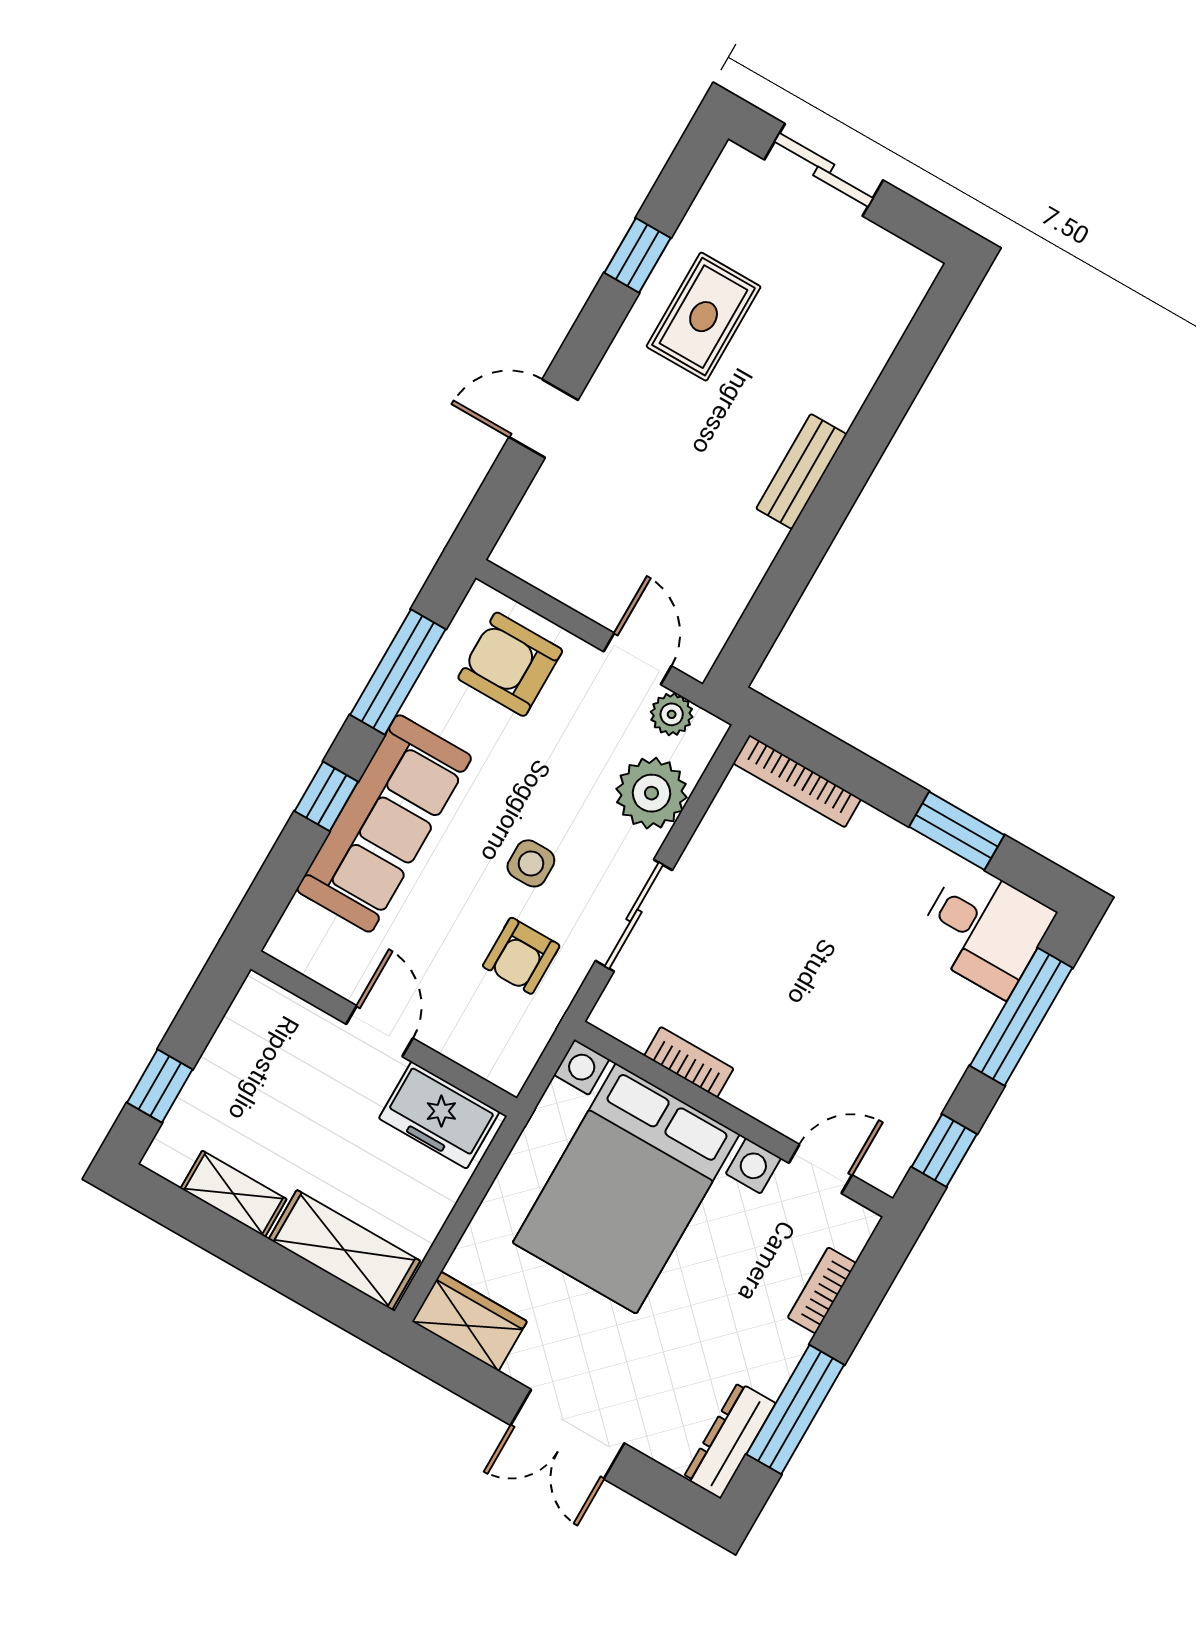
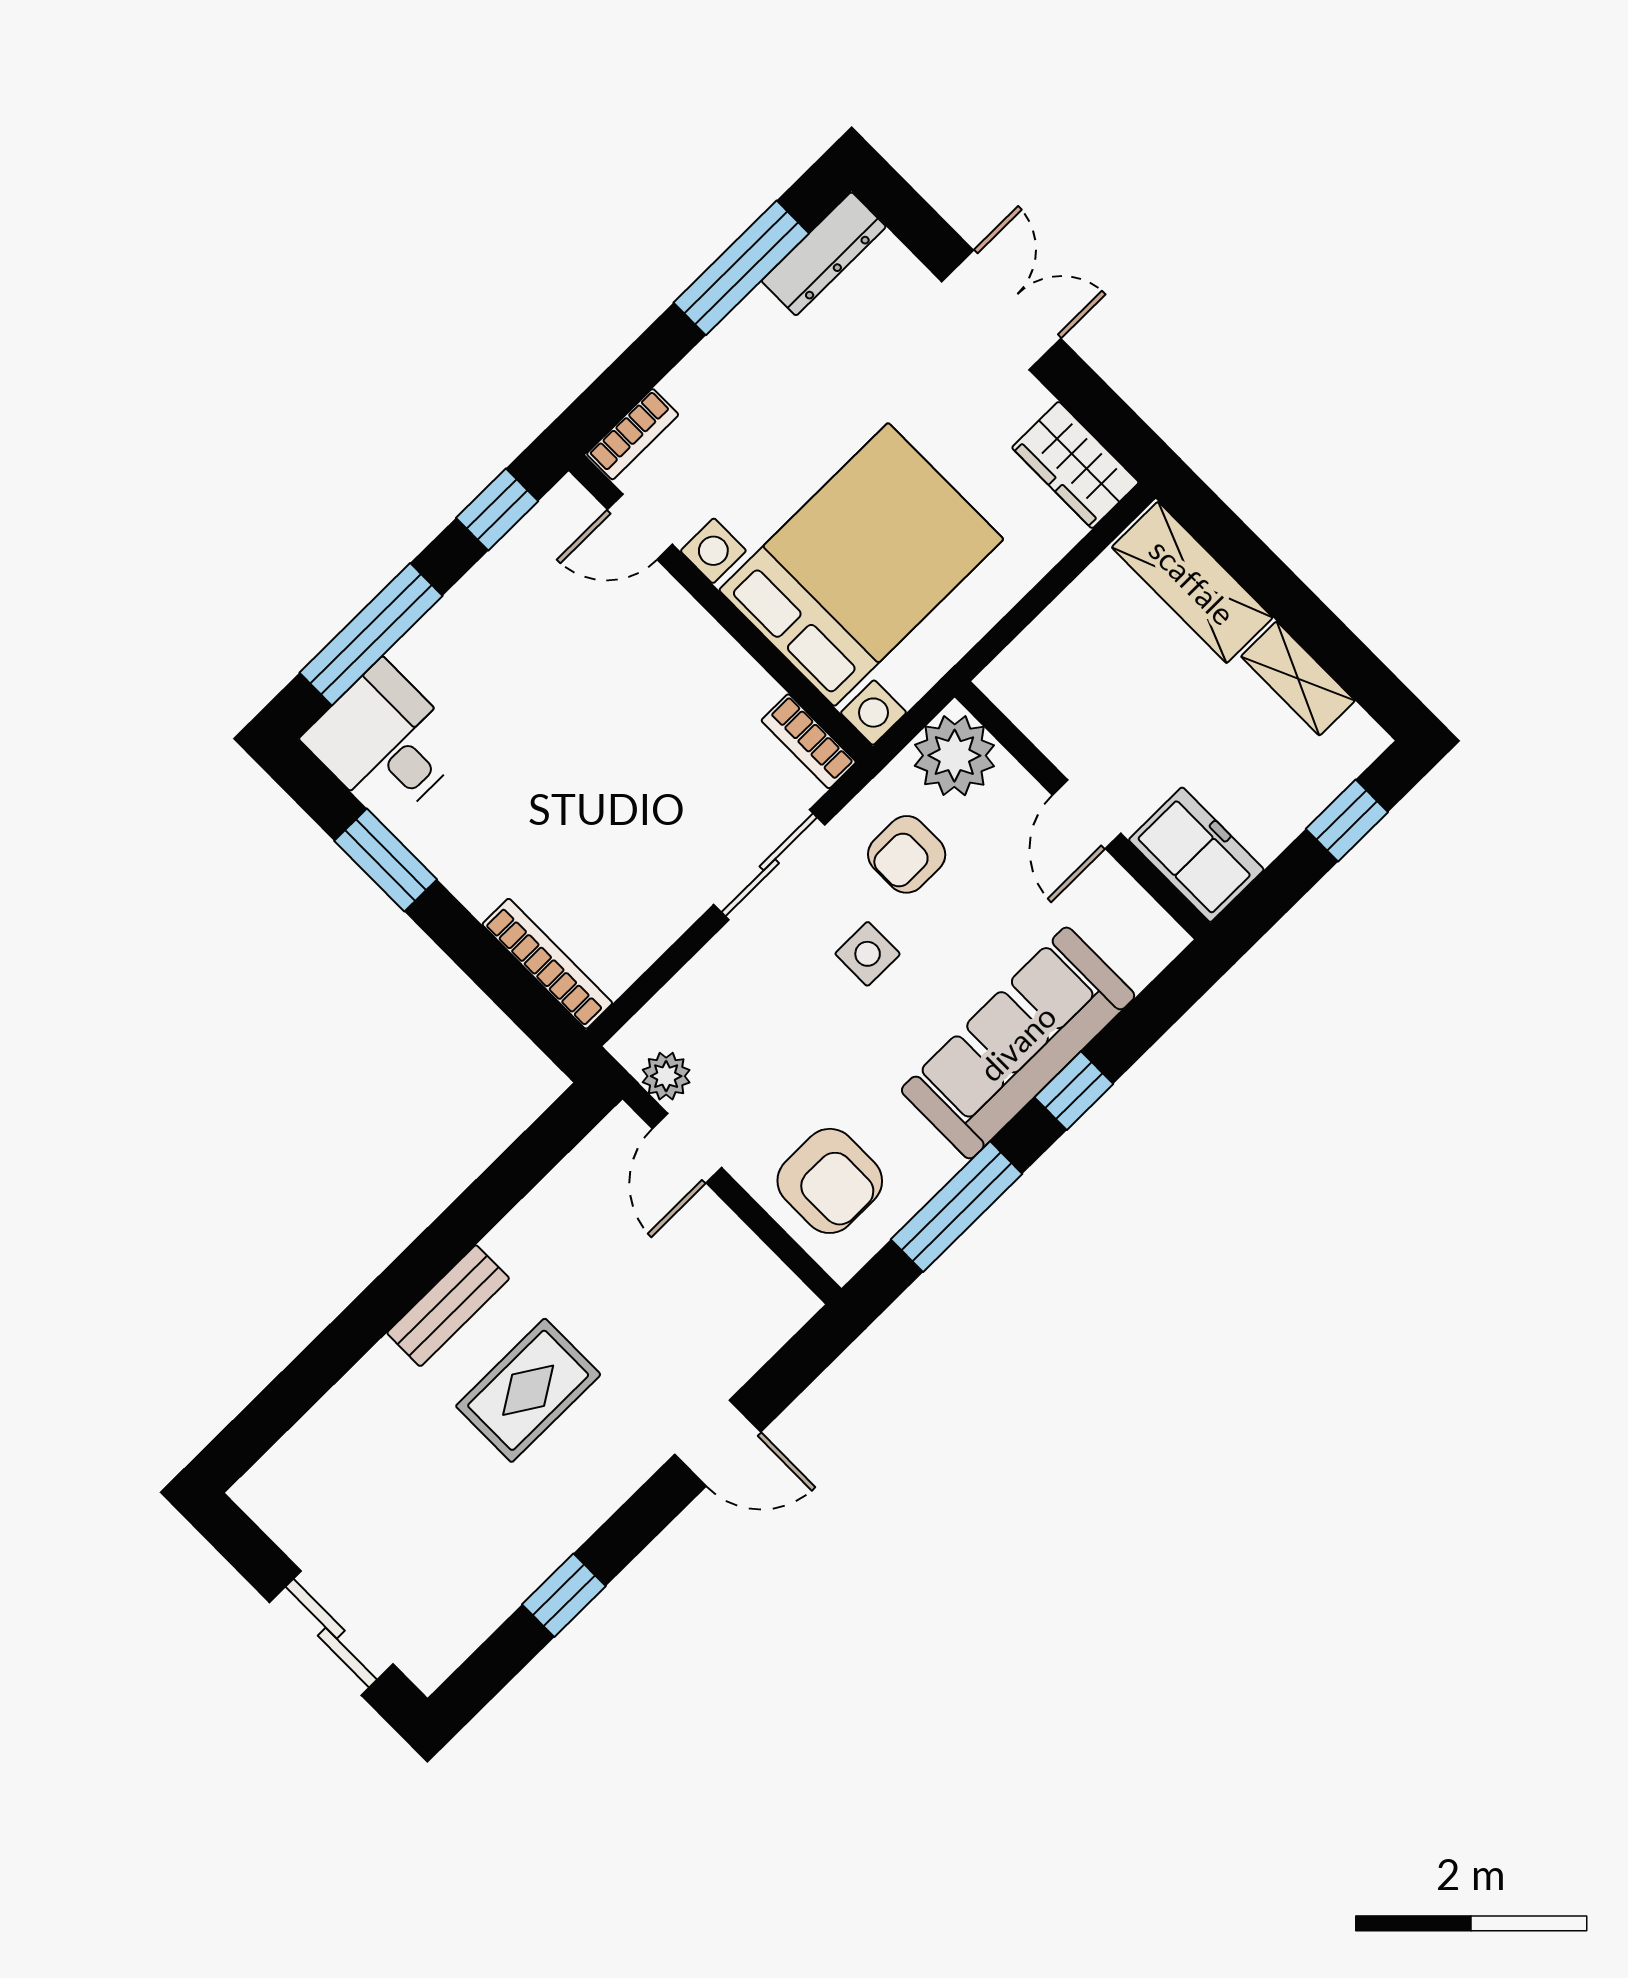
rug: (704, 317) -> (528, 1390), moved
plant: (651, 793) -> (954, 756), moved
armchair: (521, 956) -> (907, 854), turned 180
bookcase: (689, 1062) -> (809, 741), moved
freezer: (439, 1115) -> (1196, 855), moved
bookcase: (822, 1290) -> (633, 434), moved

